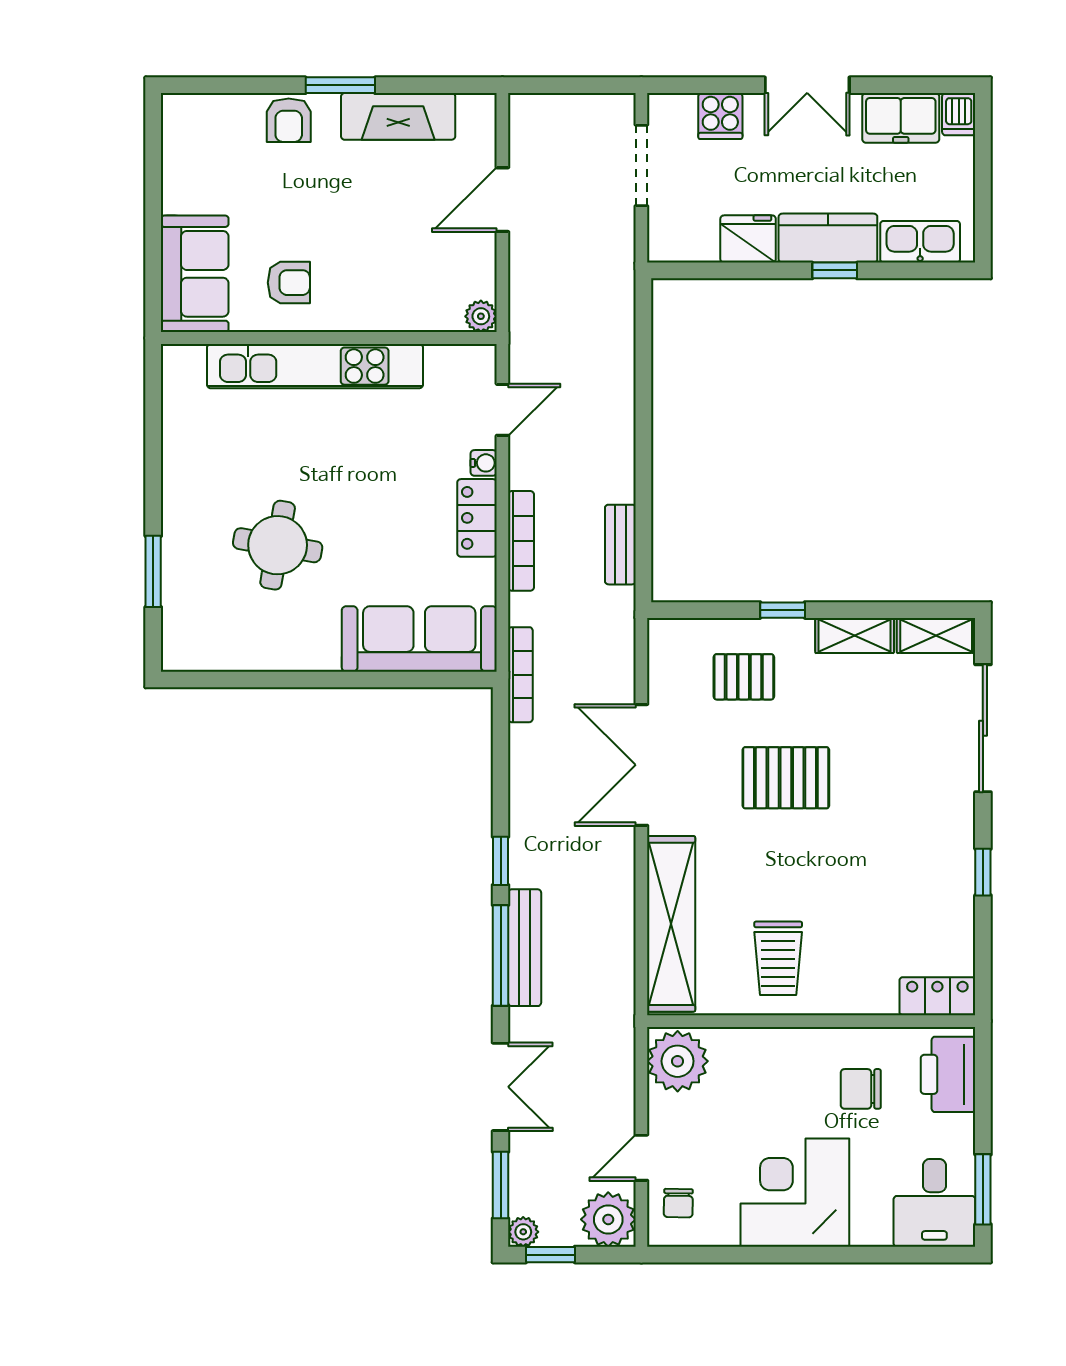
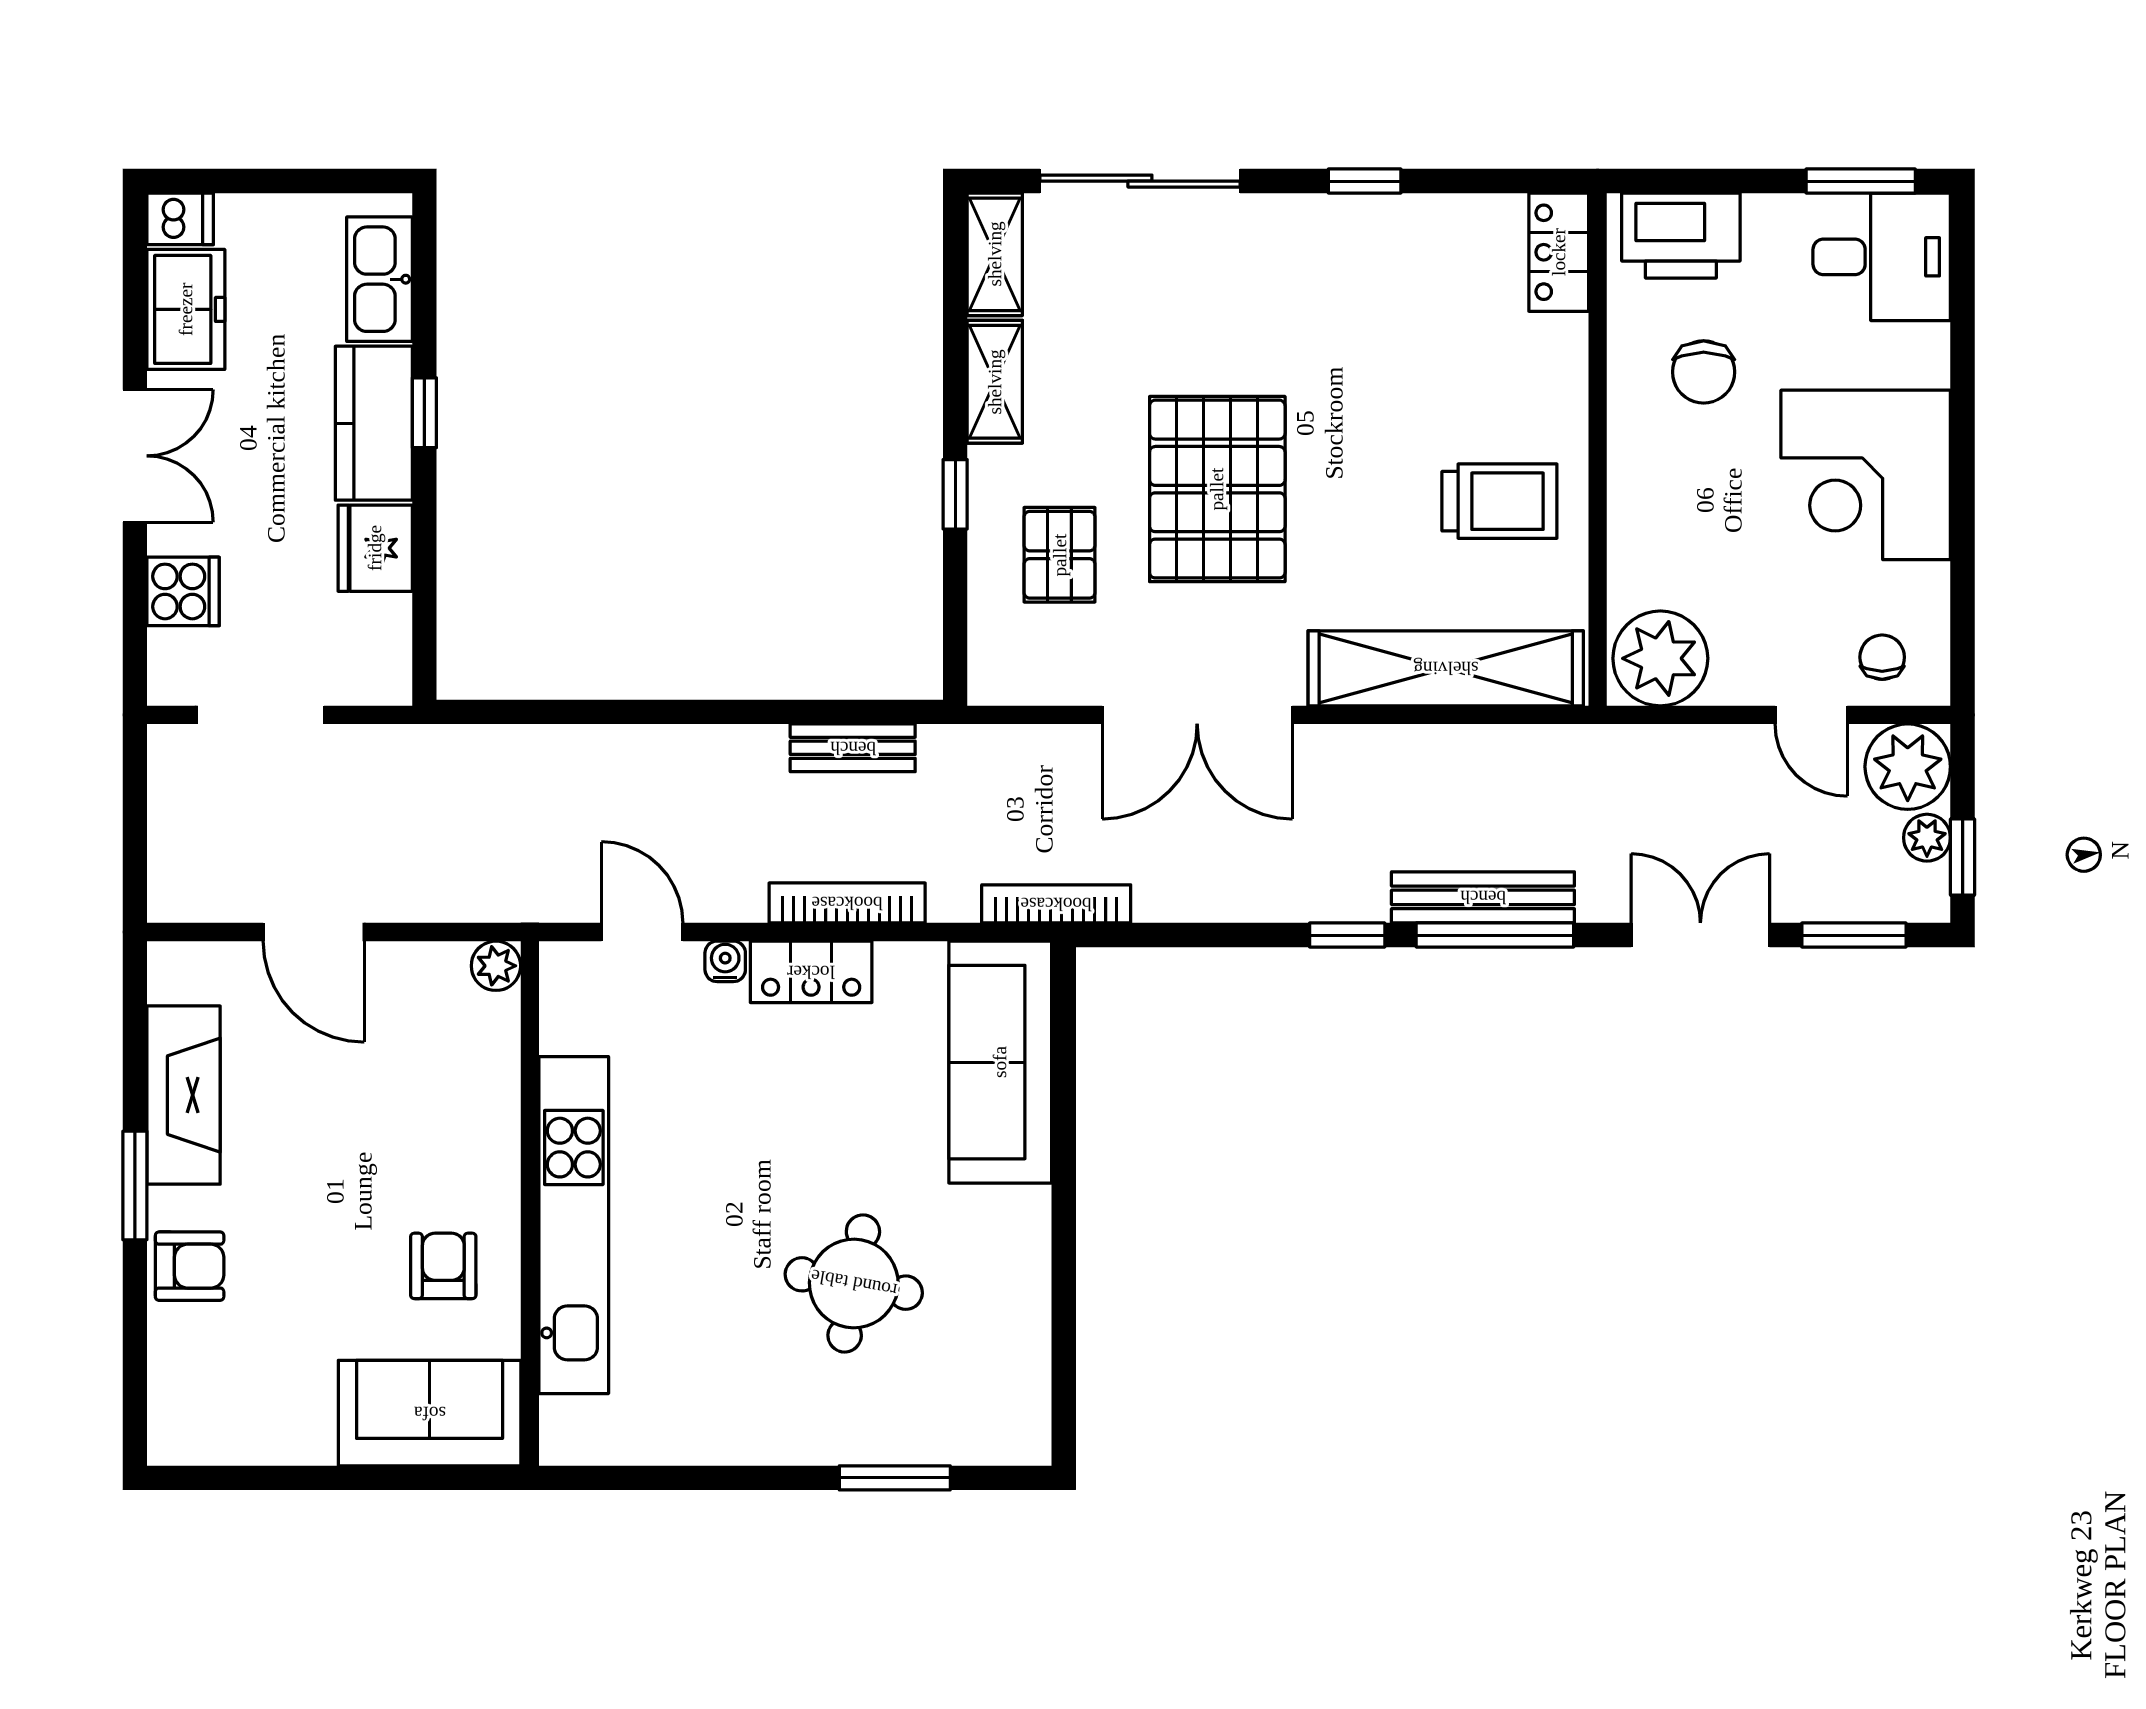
pallet: (786, 778) -> (1217, 489), width x1.37, depth x1.41
chair: (678, 1203) -> (1882, 657), turned -91
plant: (523, 1232) -> (1927, 838), moved

